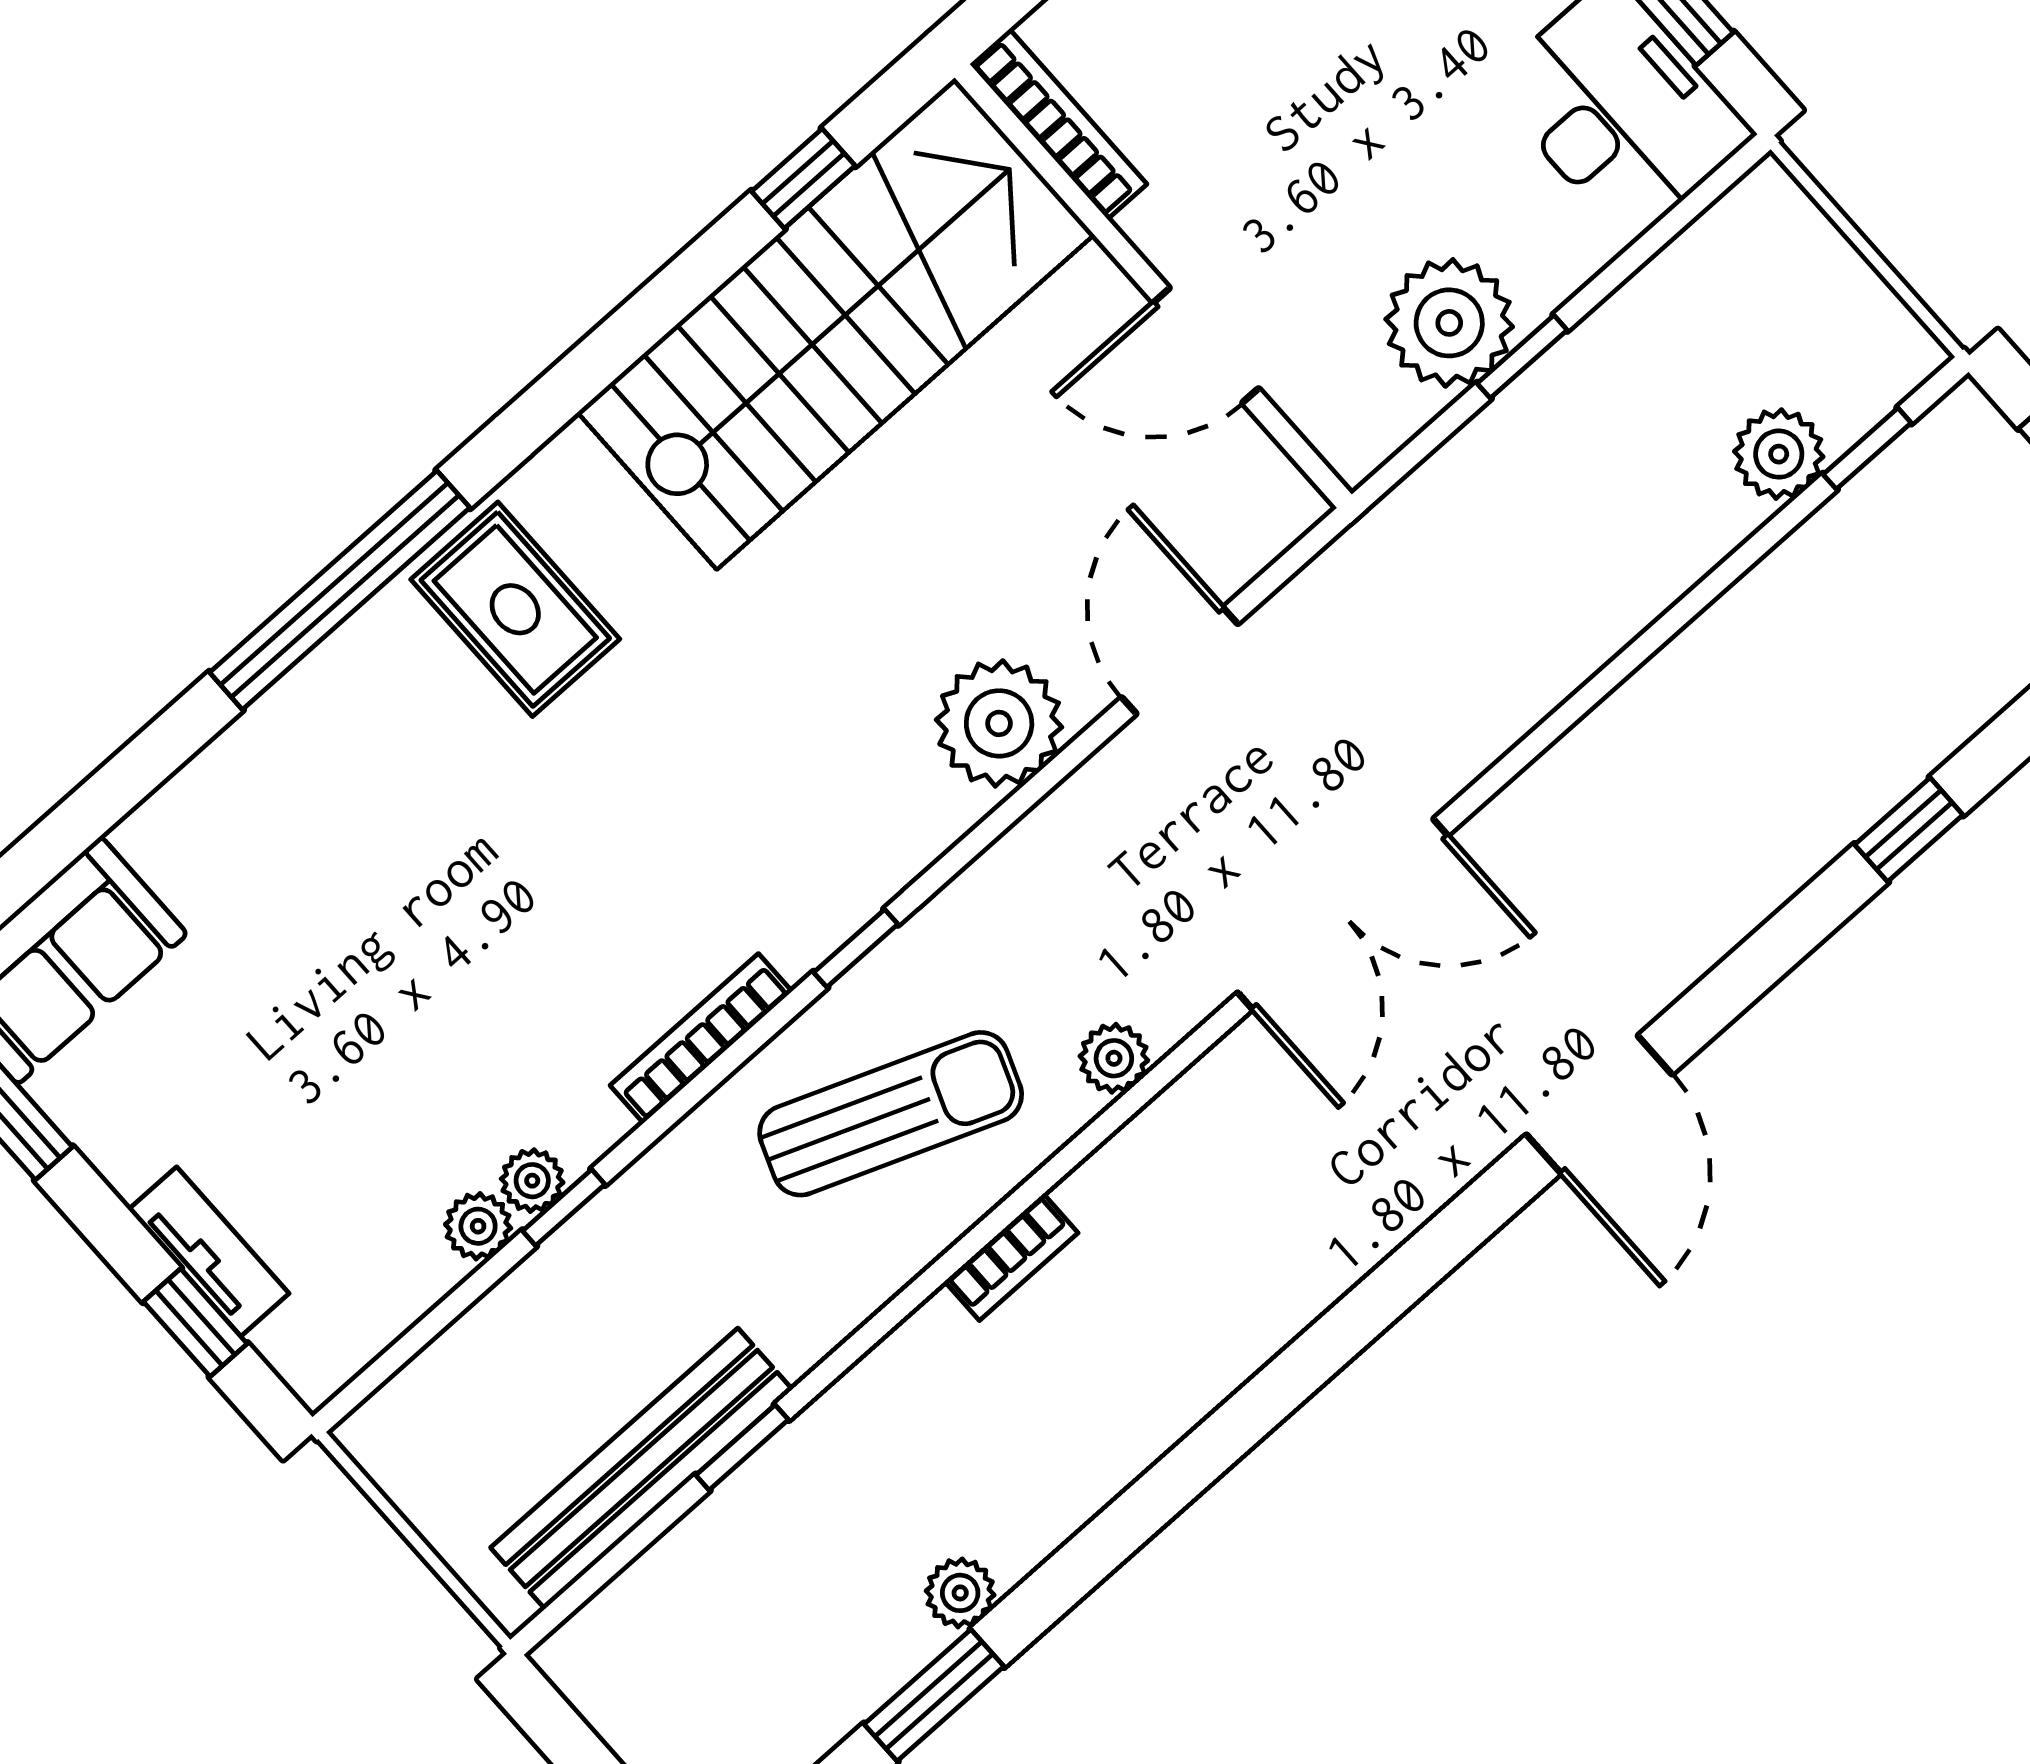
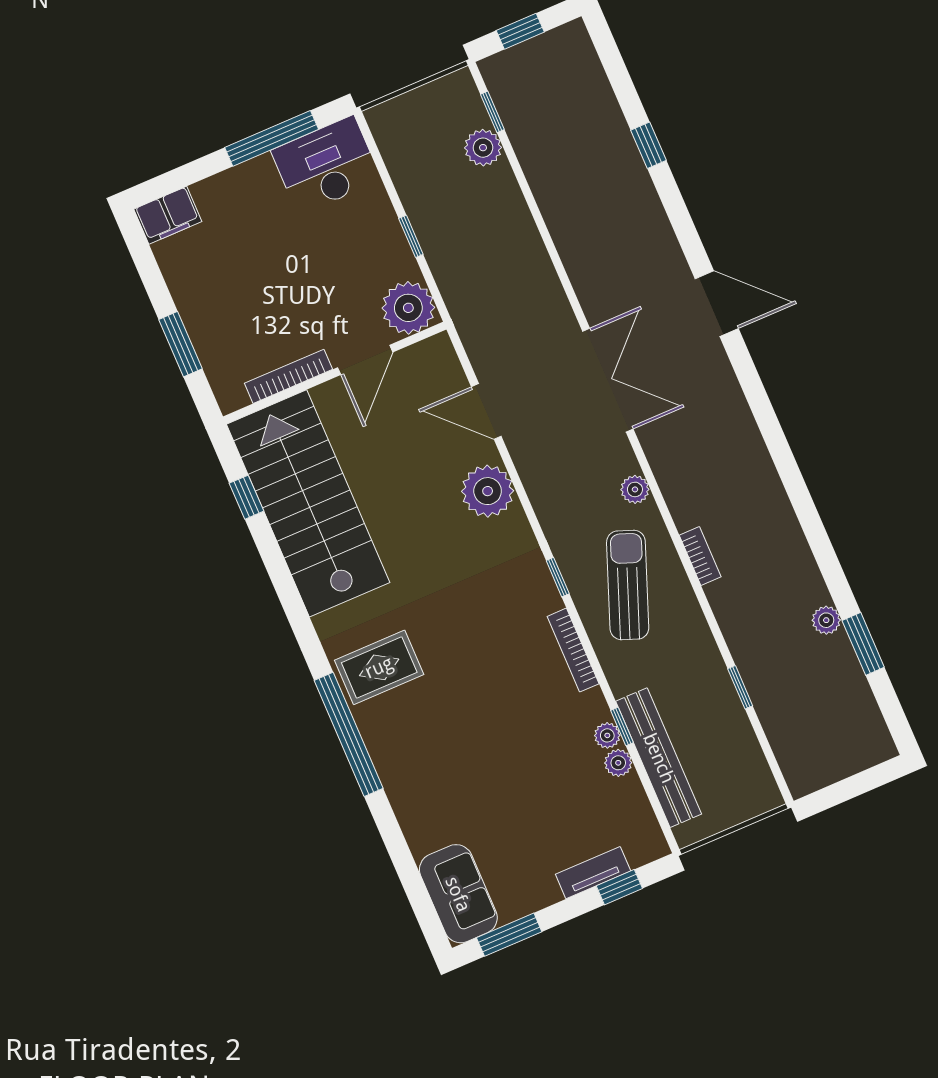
bookcase: (1058, 124) -> (289, 376), moved
plant: (1449, 323) -> (408, 308), moved
bench: (641, 1469) -> (659, 758), moved

